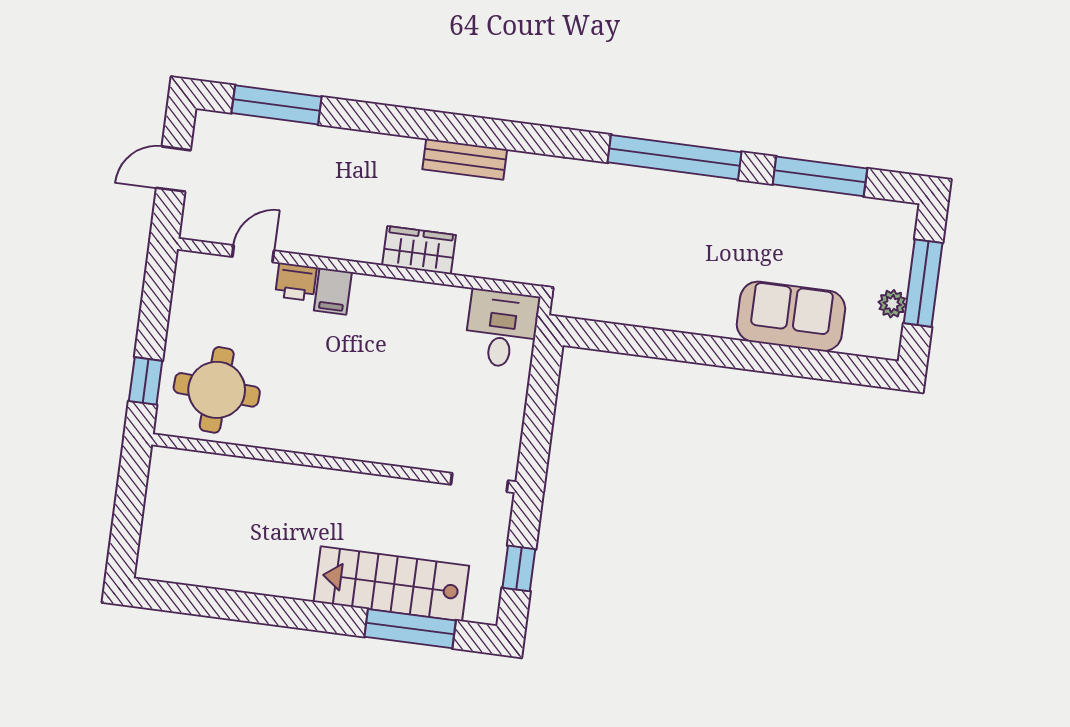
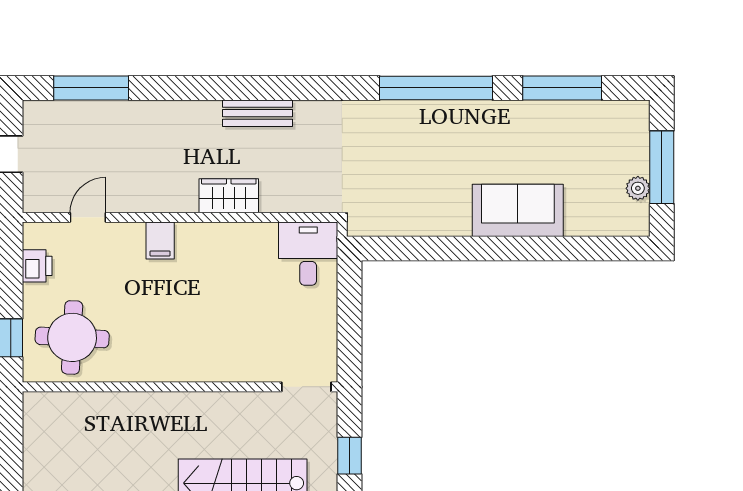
printer: (296, 282) -> (37, 266), moved, turned -90
sofa: (791, 316) -> (518, 210), moved

